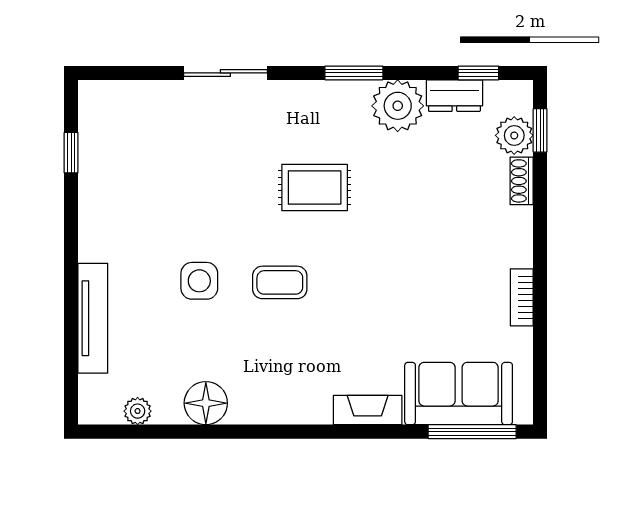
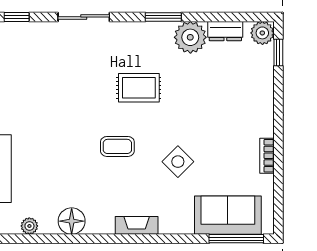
window: (478, 73) -> (17, 17), moved
plant: (514, 135) -> (262, 33), moved
shoe rack: (522, 181) -> (267, 84), removed
side table: (199, 281) -> (178, 162), moved, turned 45
fireplace: (368, 410) -> (137, 225), moved

